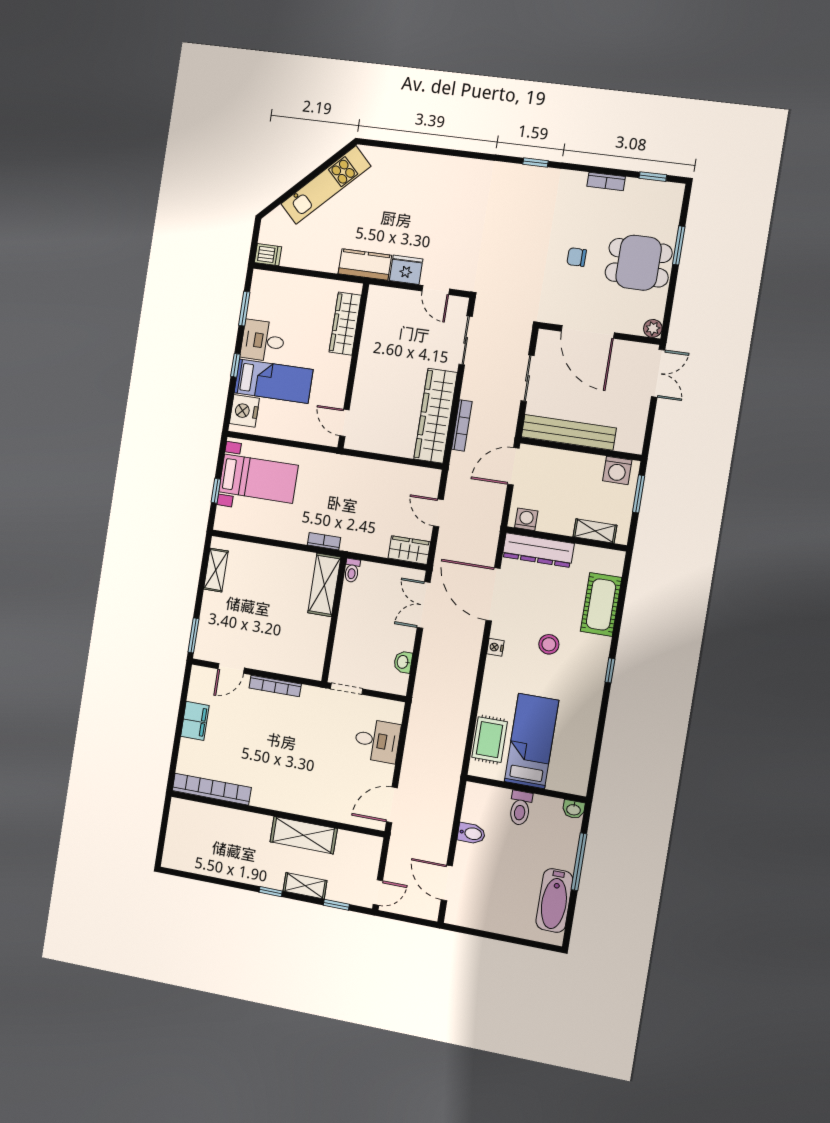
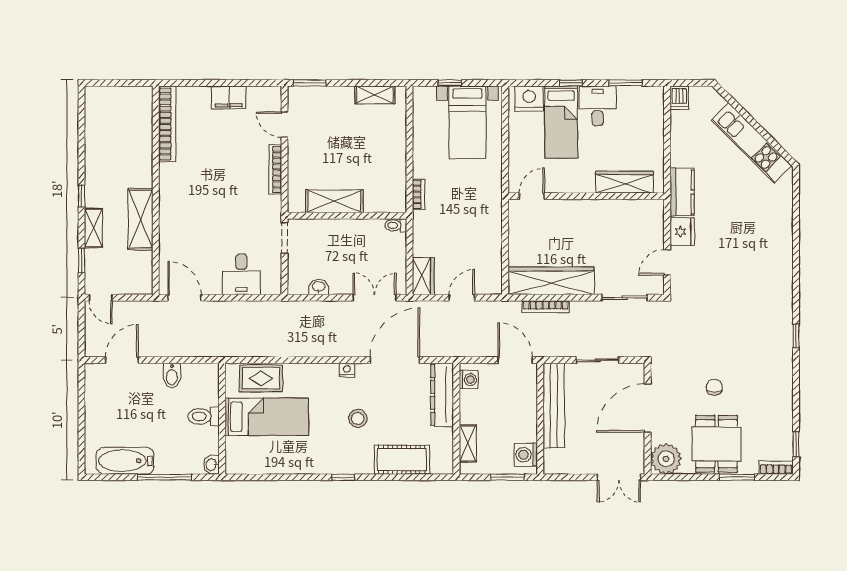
bookcase: (606, 182) -> (776, 468), moved, turned 90
plant: (653, 328) -> (666, 459), width x1.88, depth x1.88
shelving: (324, 585) -> (334, 201), moved

